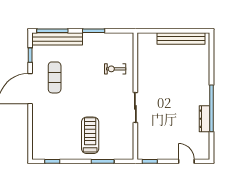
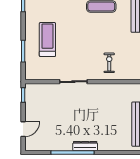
dresser: (205, 119) -> (85, 146), moved
treadmill: (90, 135) -> (47, 40), turned -90

